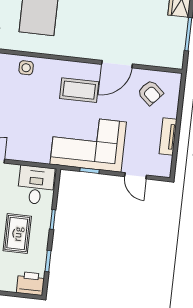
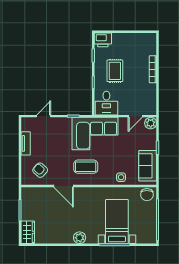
door: (117, 64) -> (63, 186), swing flipped
corner sofa: (88, 143) -> (95, 134), moved
door: (135, 176) -> (44, 116), hinge flipped

